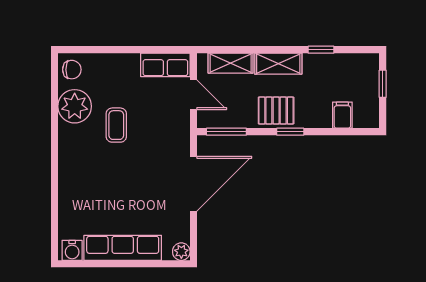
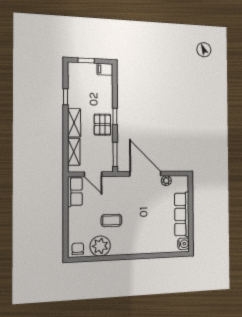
door: (193, 95) -> (93, 174), swing flipped
filing cabinet: (342, 115) -> (105, 69), moved
plant: (181, 252) -> (166, 181), moved

